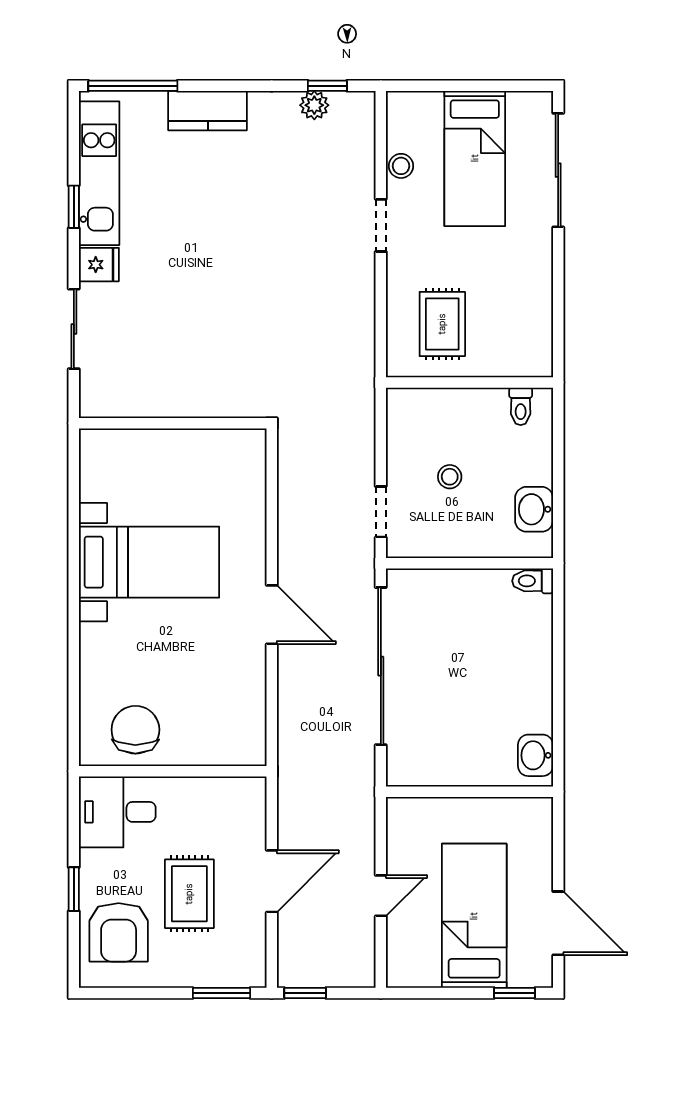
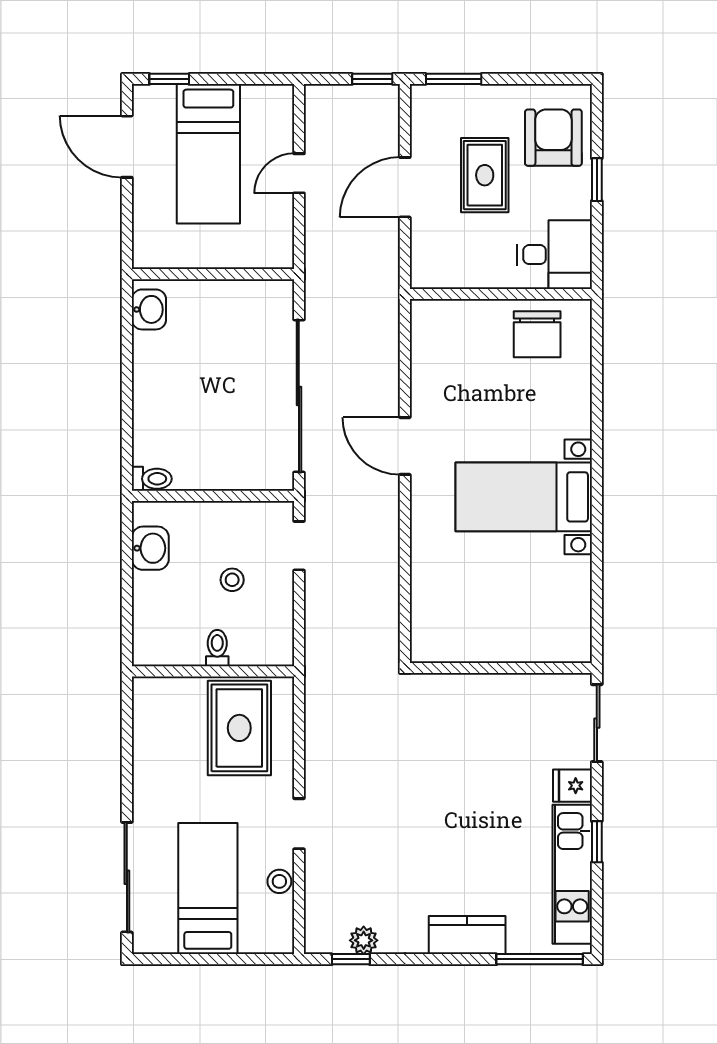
rug: (442, 324) -> (239, 728), width x1.36, depth x1.43
toilet: (521, 406) -> (217, 648), moved
wall: (173, 423) -> (501, 668), moved

